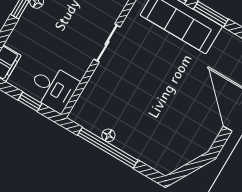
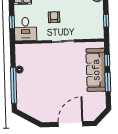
armchair: (62, 34) -> (54, 17), added
window: (108, 148) -> (14, 85), moved

